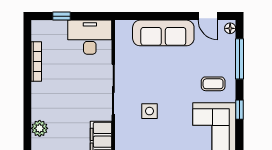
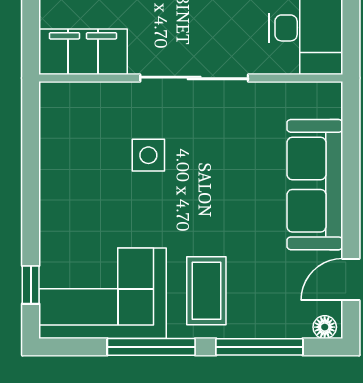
coffee table: (213, 84) -> (206, 291), width x1.36, depth x1.30
window: (239, 110) -> (151, 347), width x2.17

